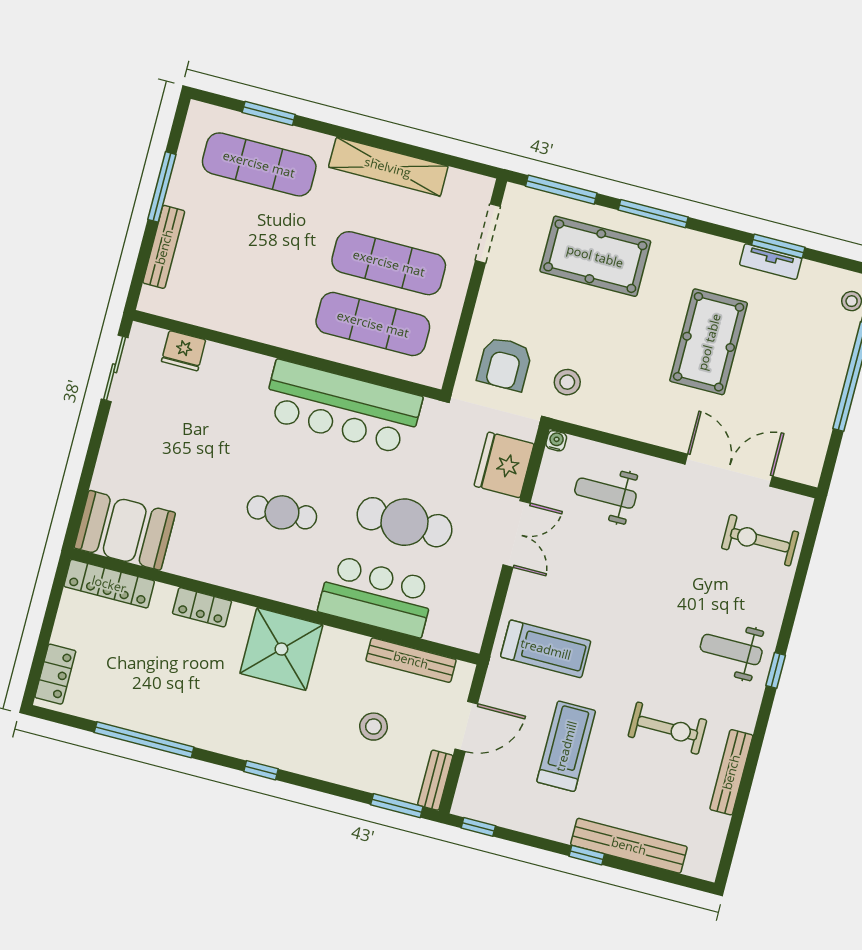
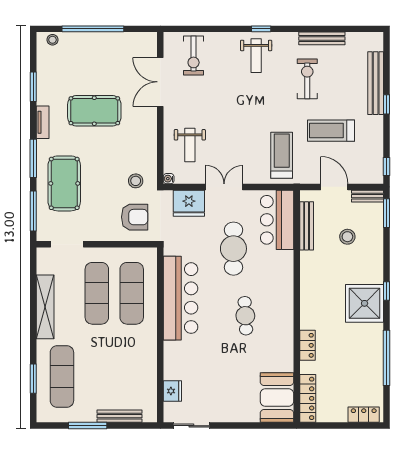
tv unit: (771, 262) -> (43, 122), moved
bar counter: (377, 596) -> (277, 220), moved
shower: (281, 649) -> (365, 303), moved

